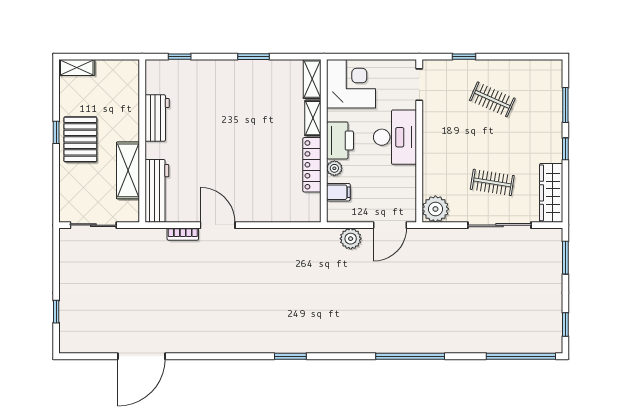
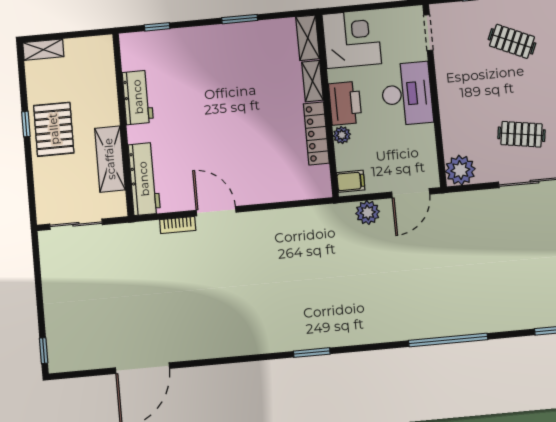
filing cabinet: (338, 192) -> (351, 181), moved
window: (56, 312) -> (44, 351), moved

